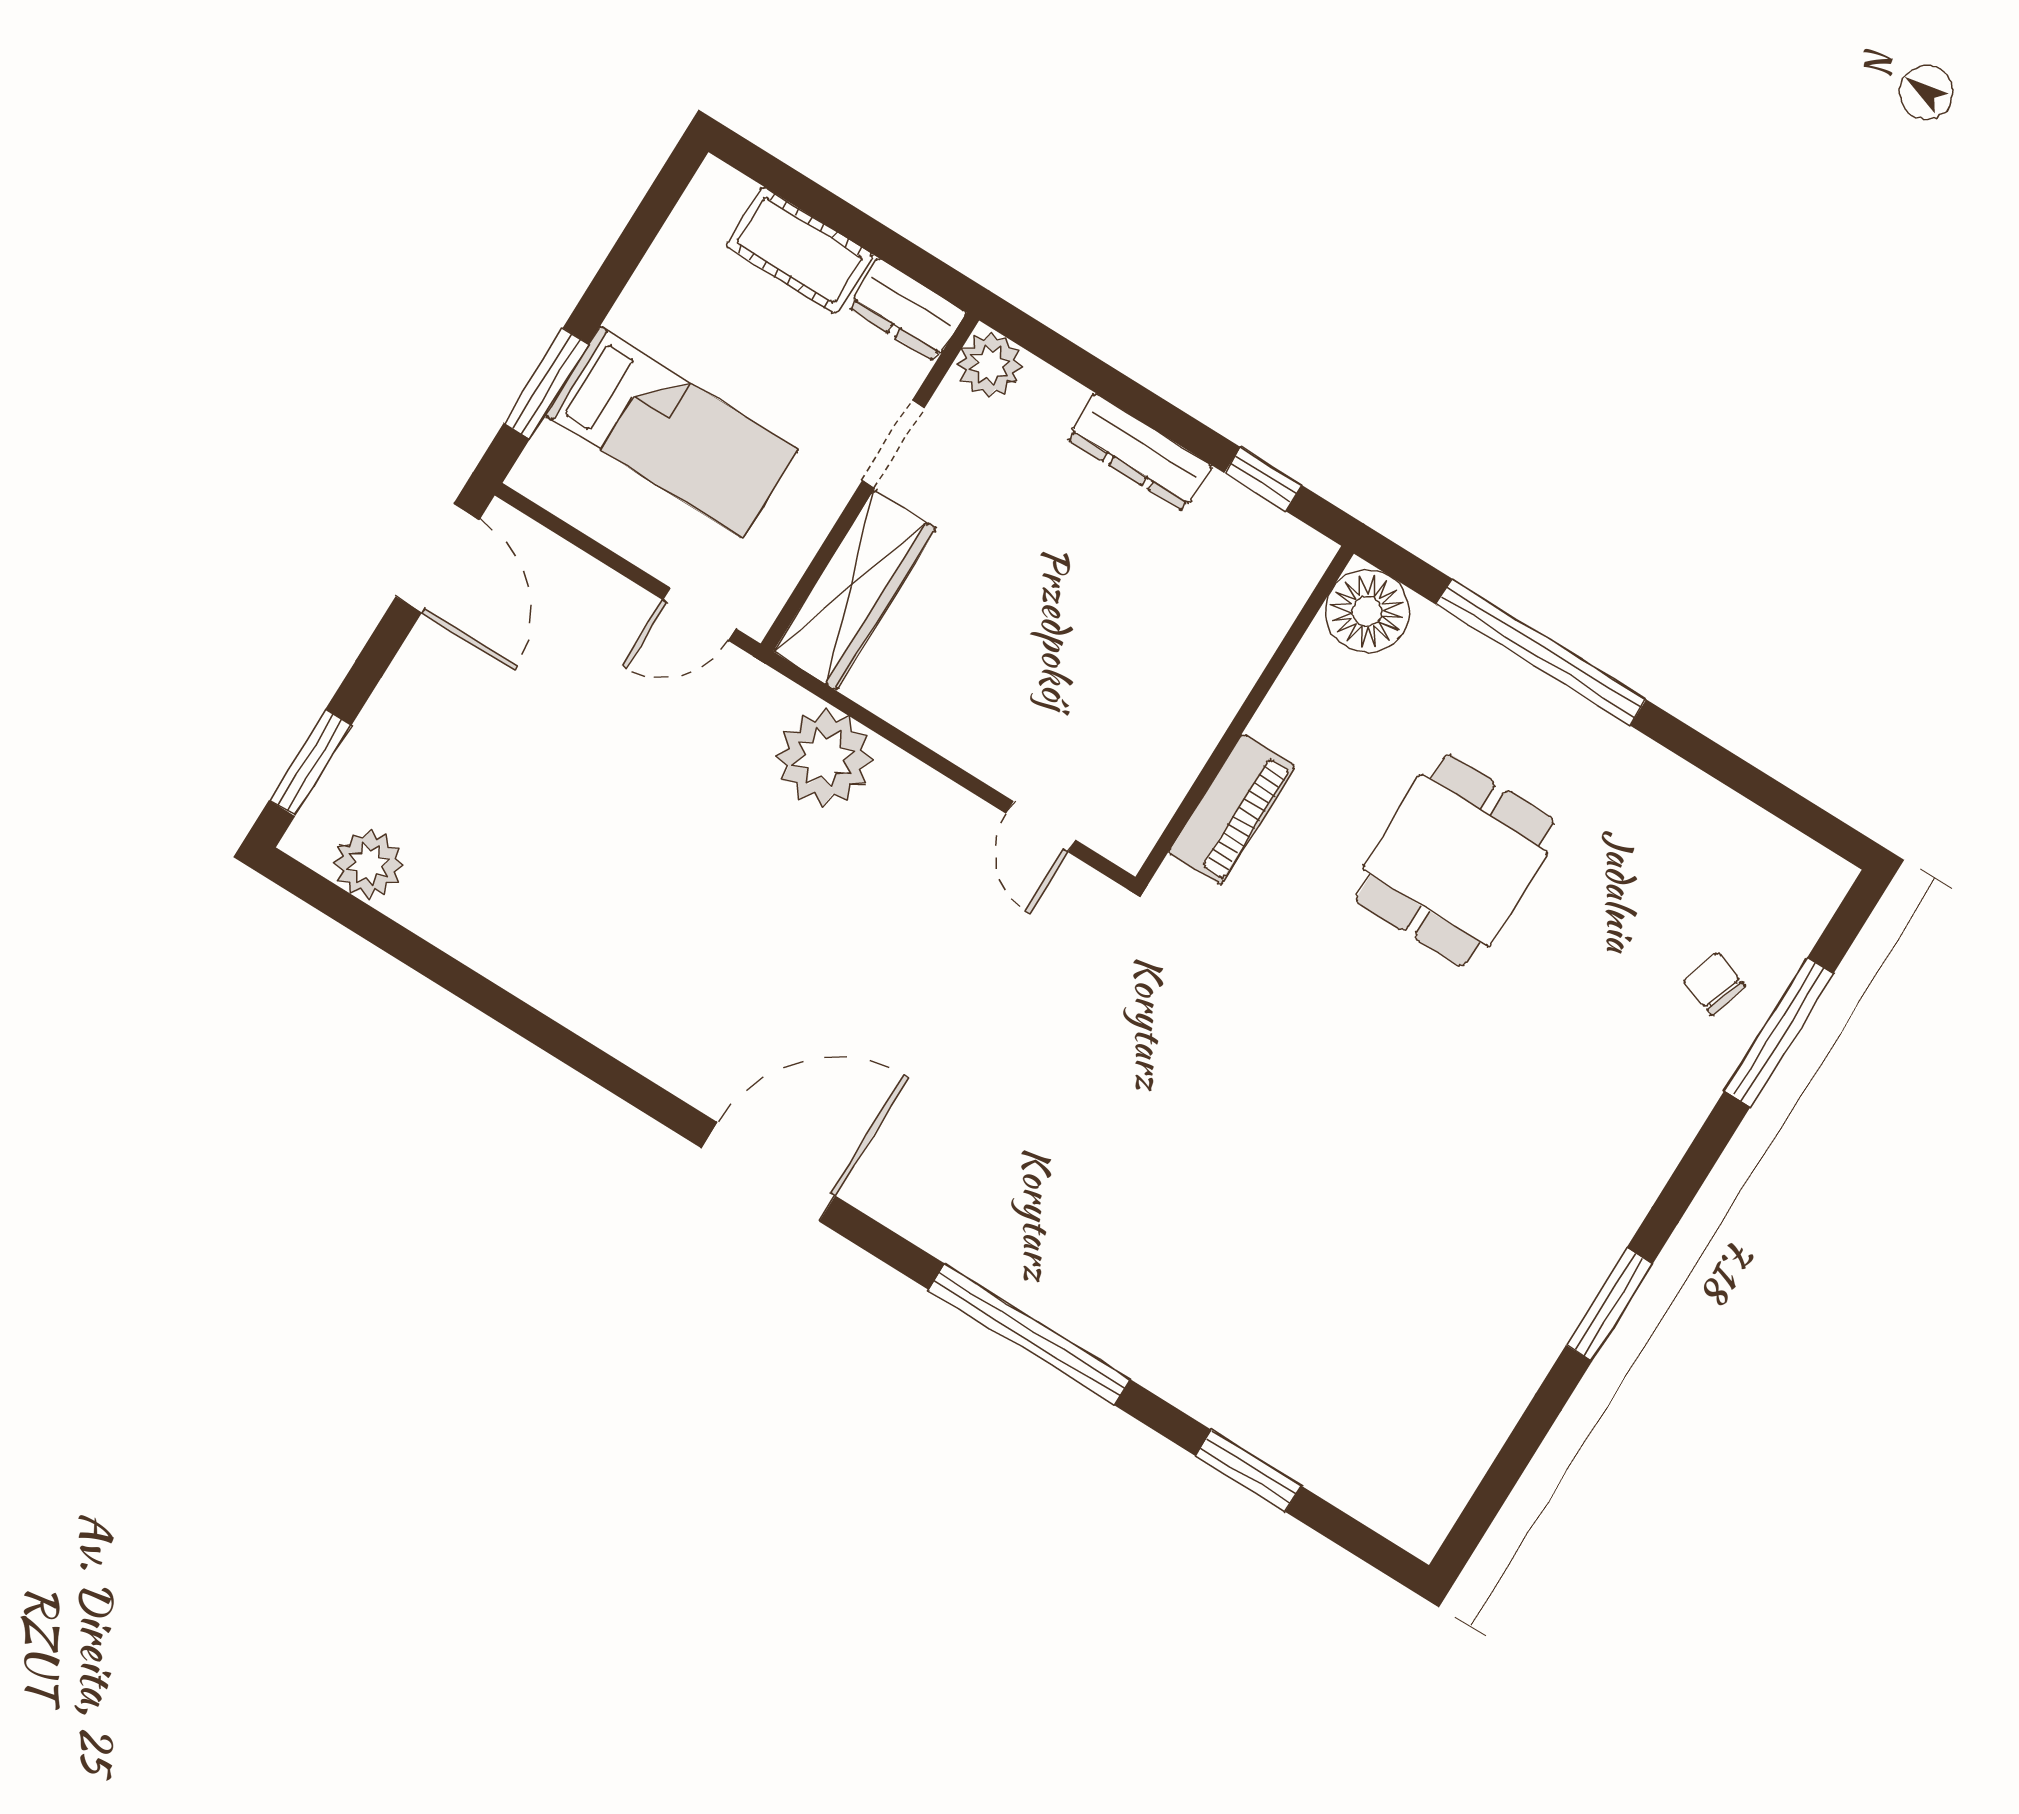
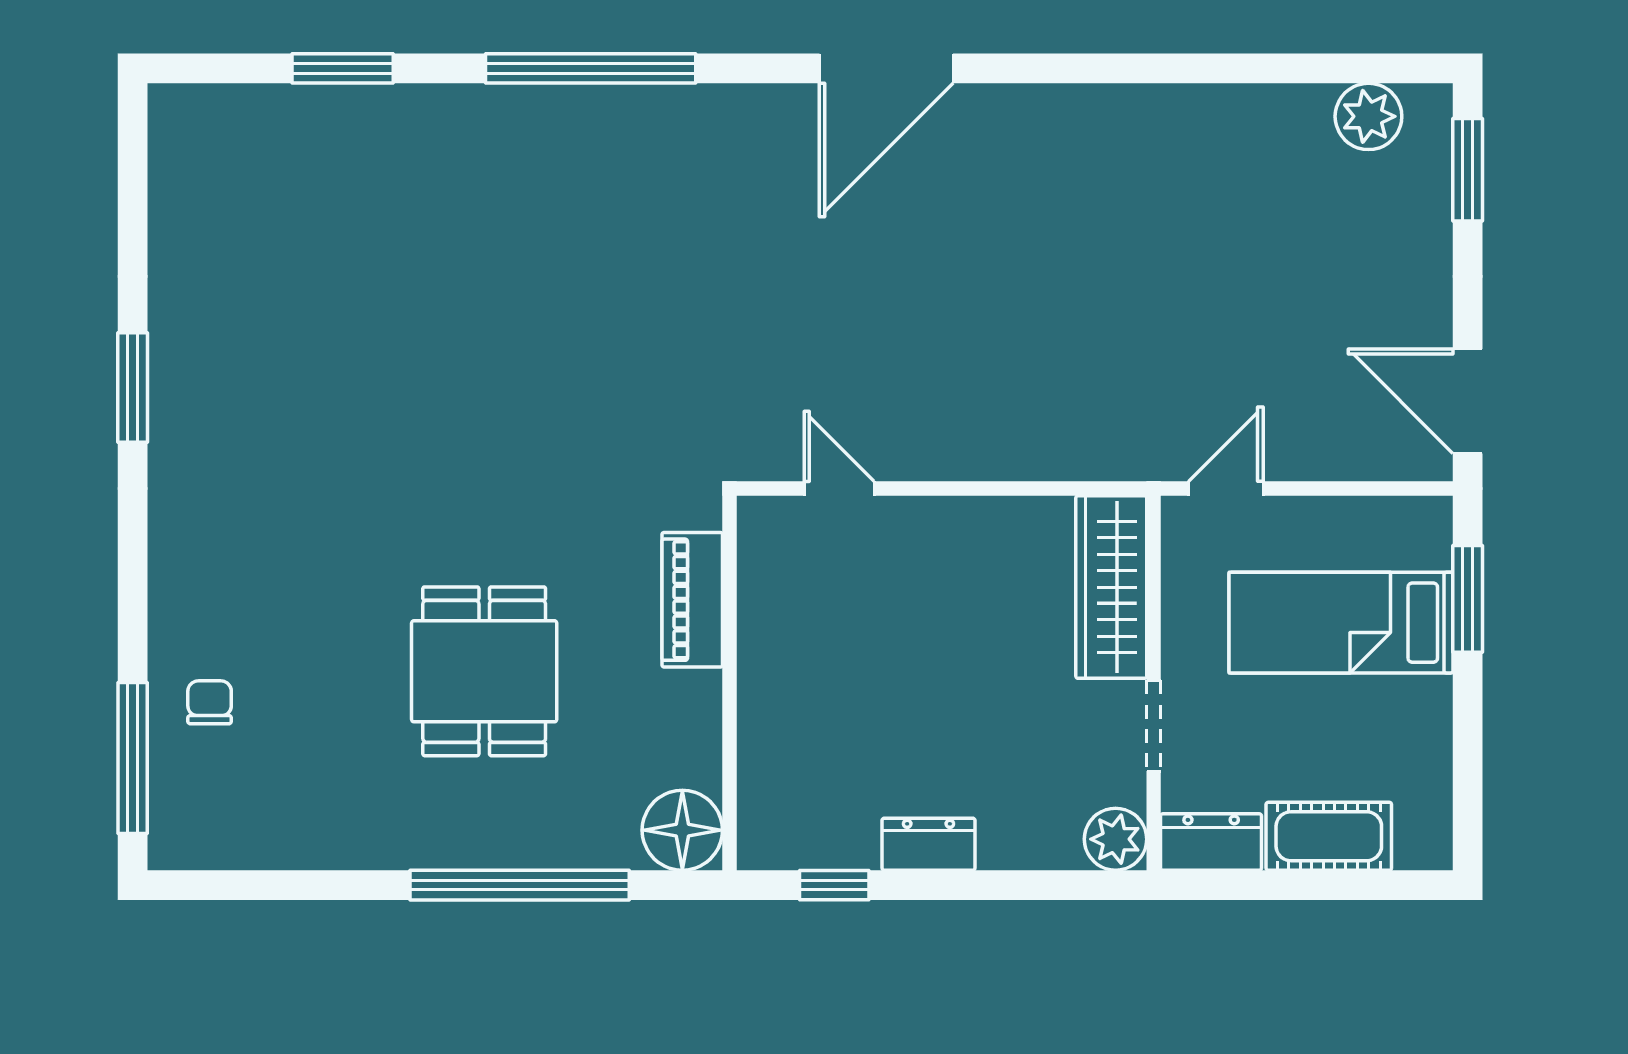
dresser: (1139, 452) -> (928, 844), width x0.70
plant: (824, 758) -> (1051, 435), removed
chair: (1714, 984) -> (210, 702), turned -108
window: (1779, 1032) -> (133, 758), moved

